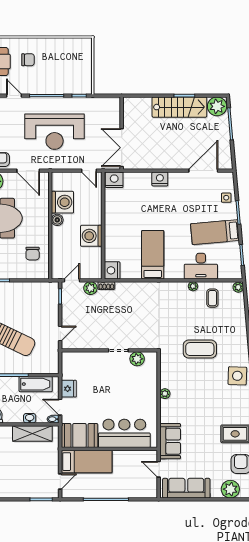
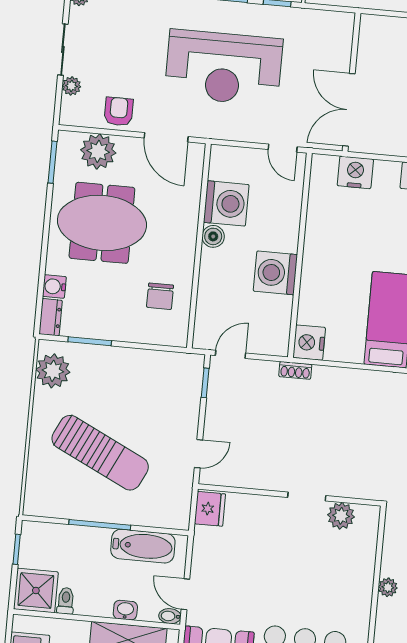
nightstand: (114, 180) -> (355, 172), moved
plant: (90, 288) -> (264, 373), removed
fridge: (69, 389) -> (210, 509), moved

